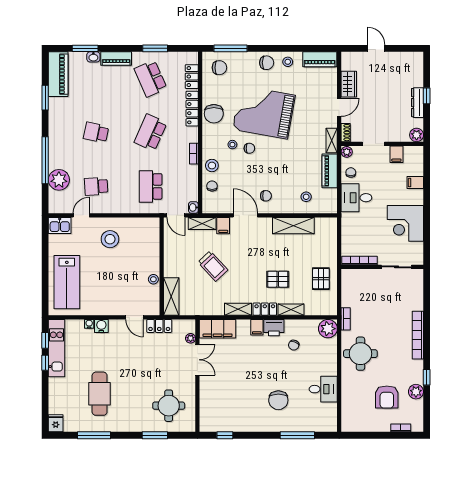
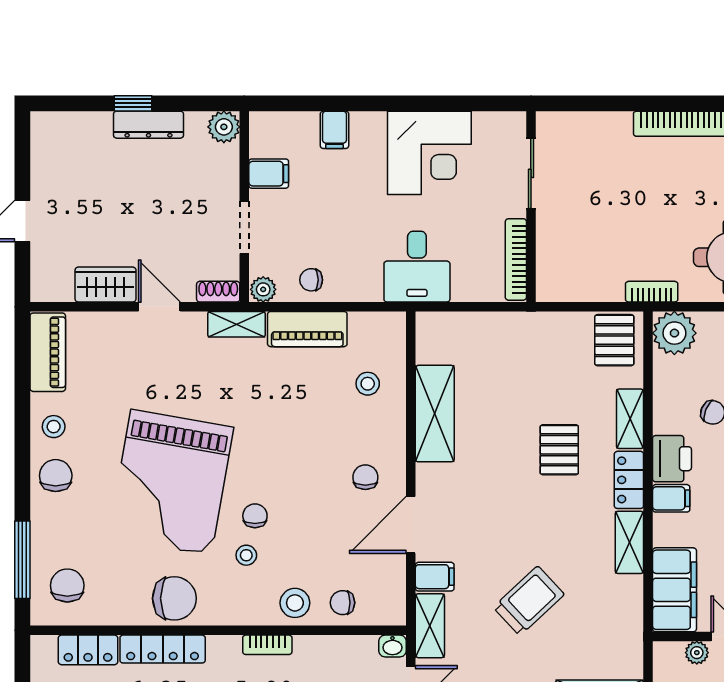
desk: (356, 198) -> (417, 267), moved
pallet: (321, 279) -> (614, 340), moved, turned 90

